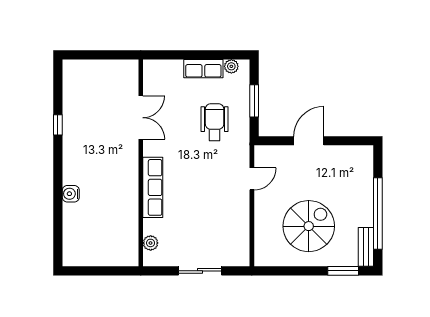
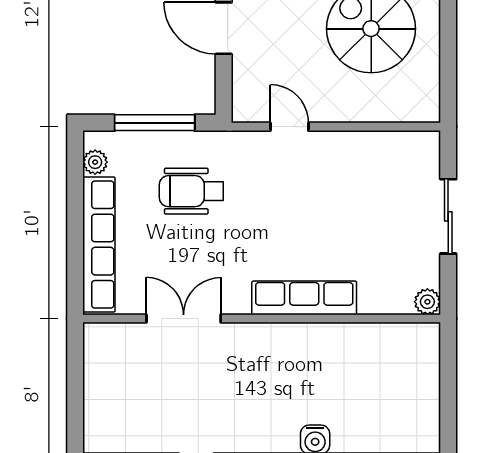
row of seats: (203, 69) -> (99, 245), width x2.02
window: (254, 101) -> (155, 123), width x1.44
plant: (151, 243) -> (427, 302), moved

